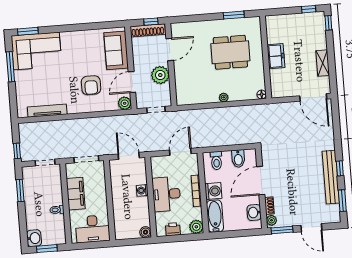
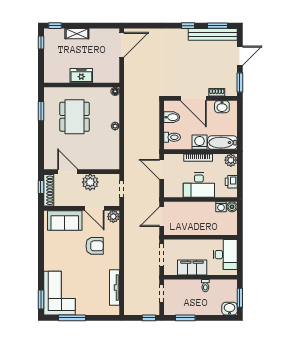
shelving: (323, 63) -> (77, 34), moved
bench: (331, 177) -> (213, 34), moved
washing machine: (142, 190) -> (221, 207), moved
plant: (272, 220) -> (230, 91), removed

